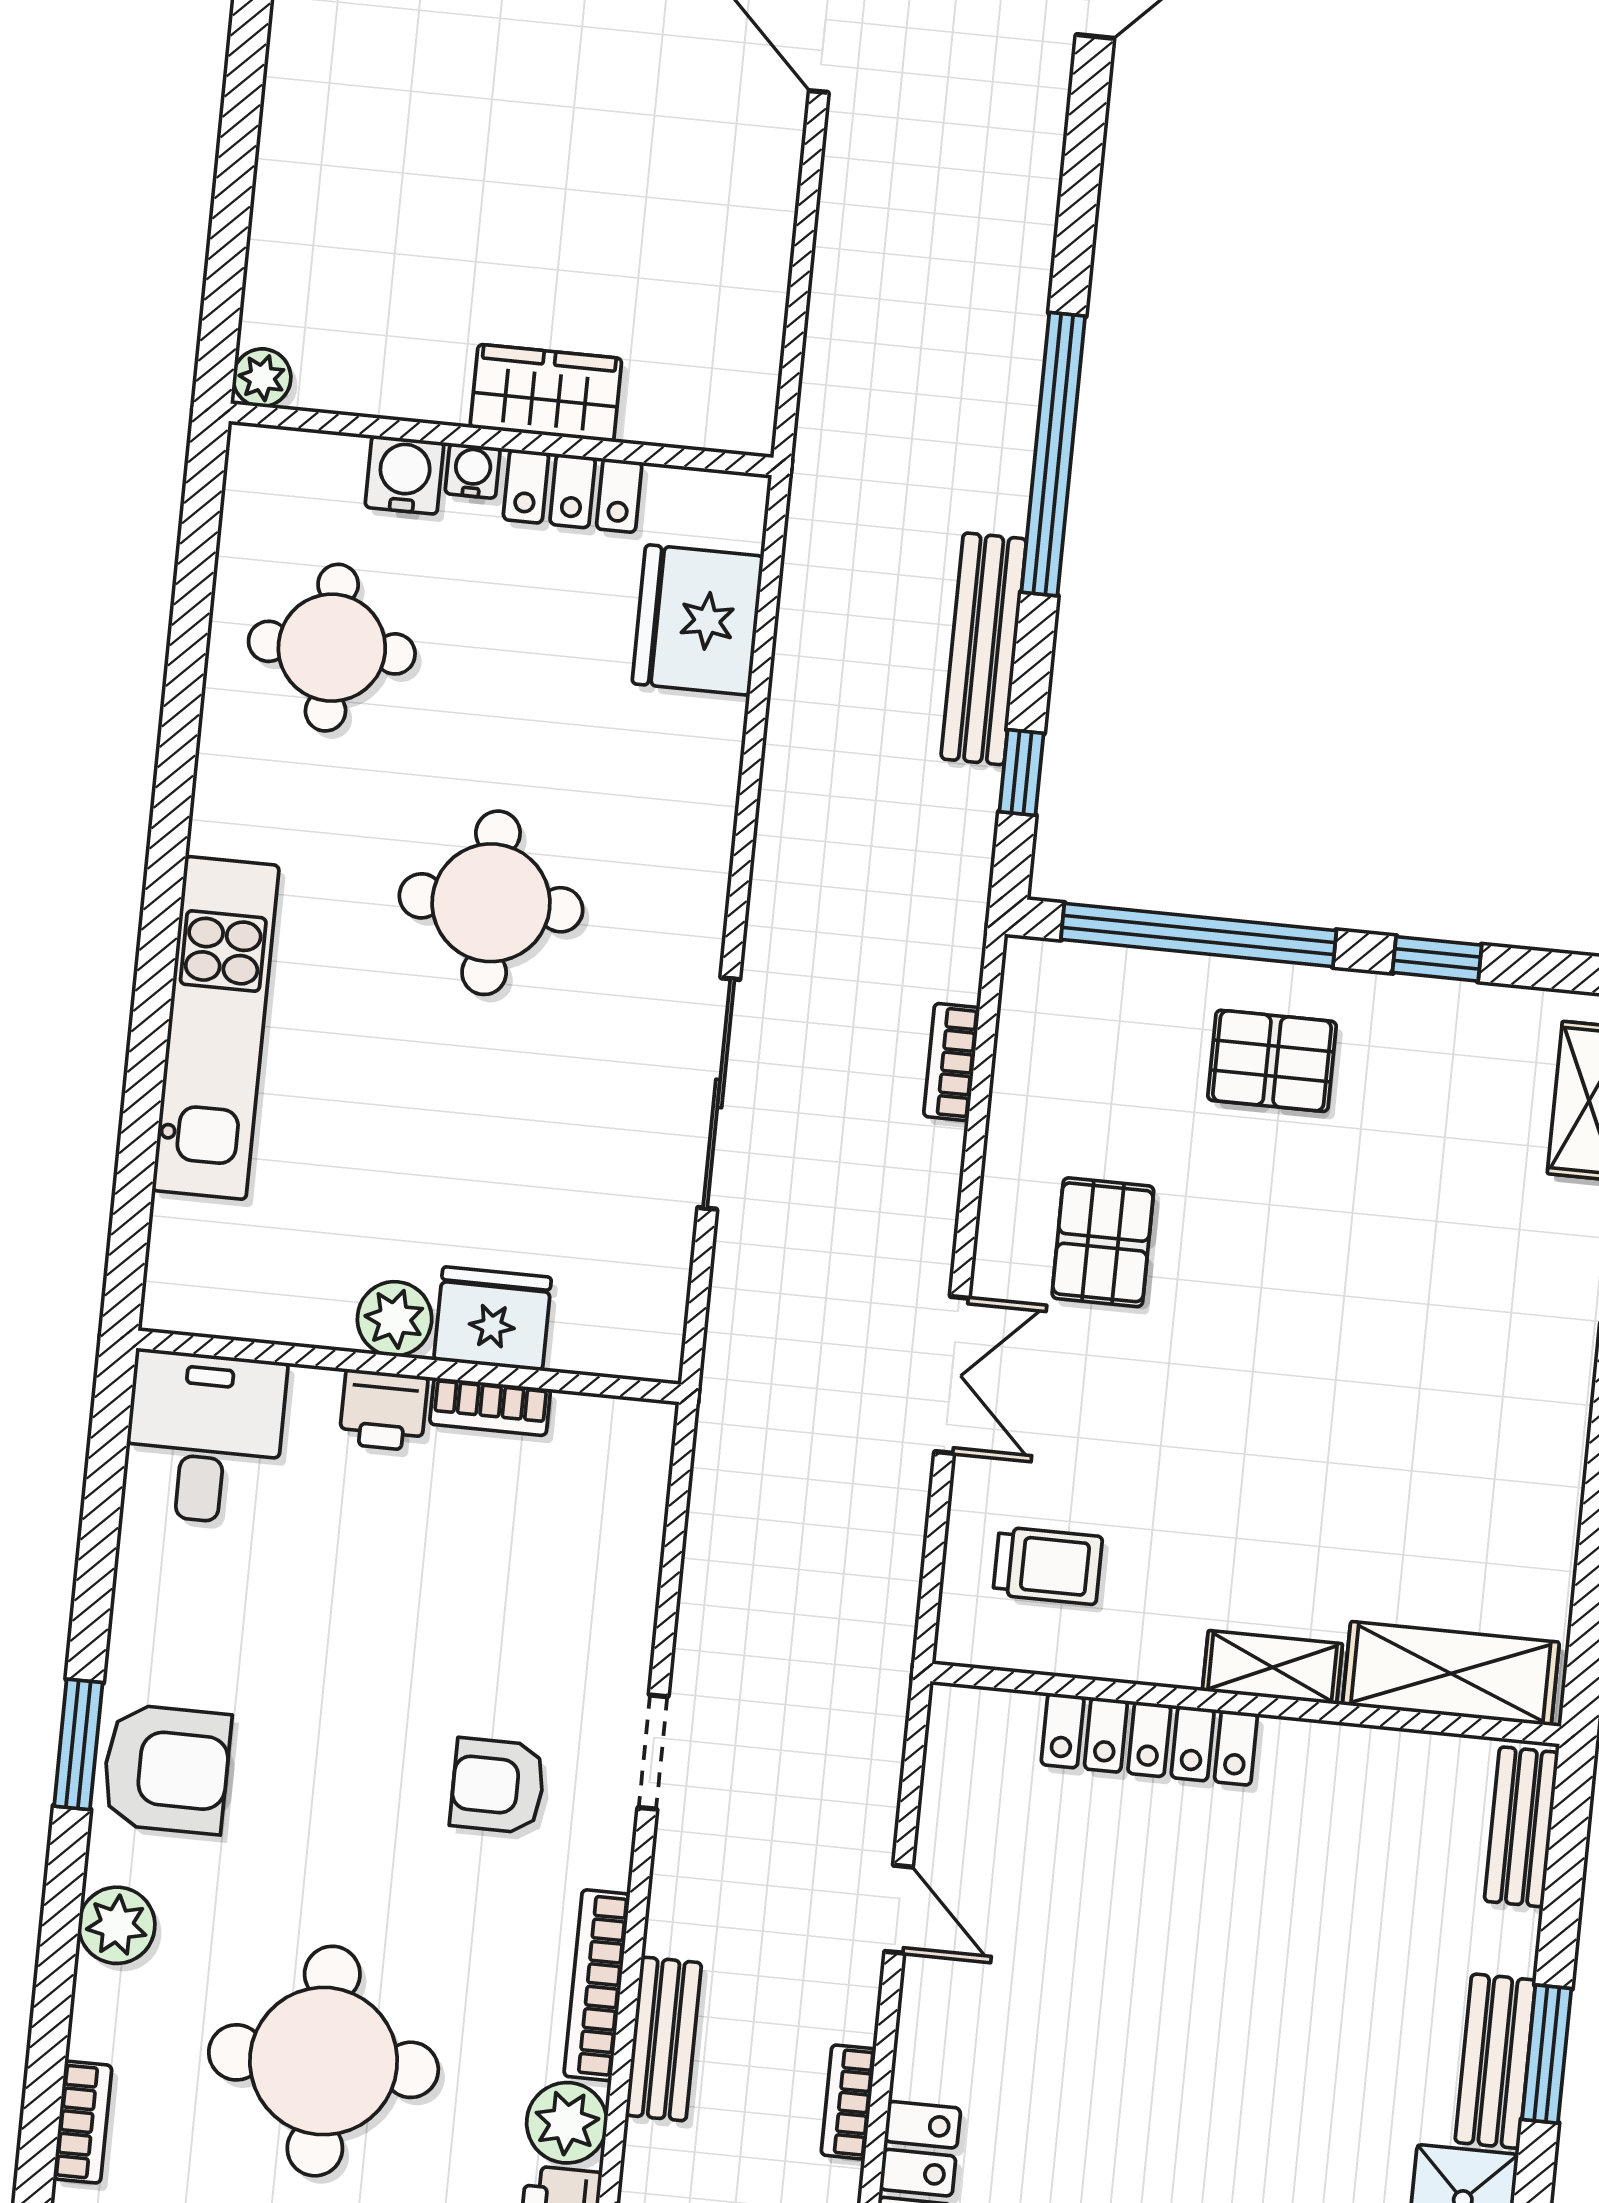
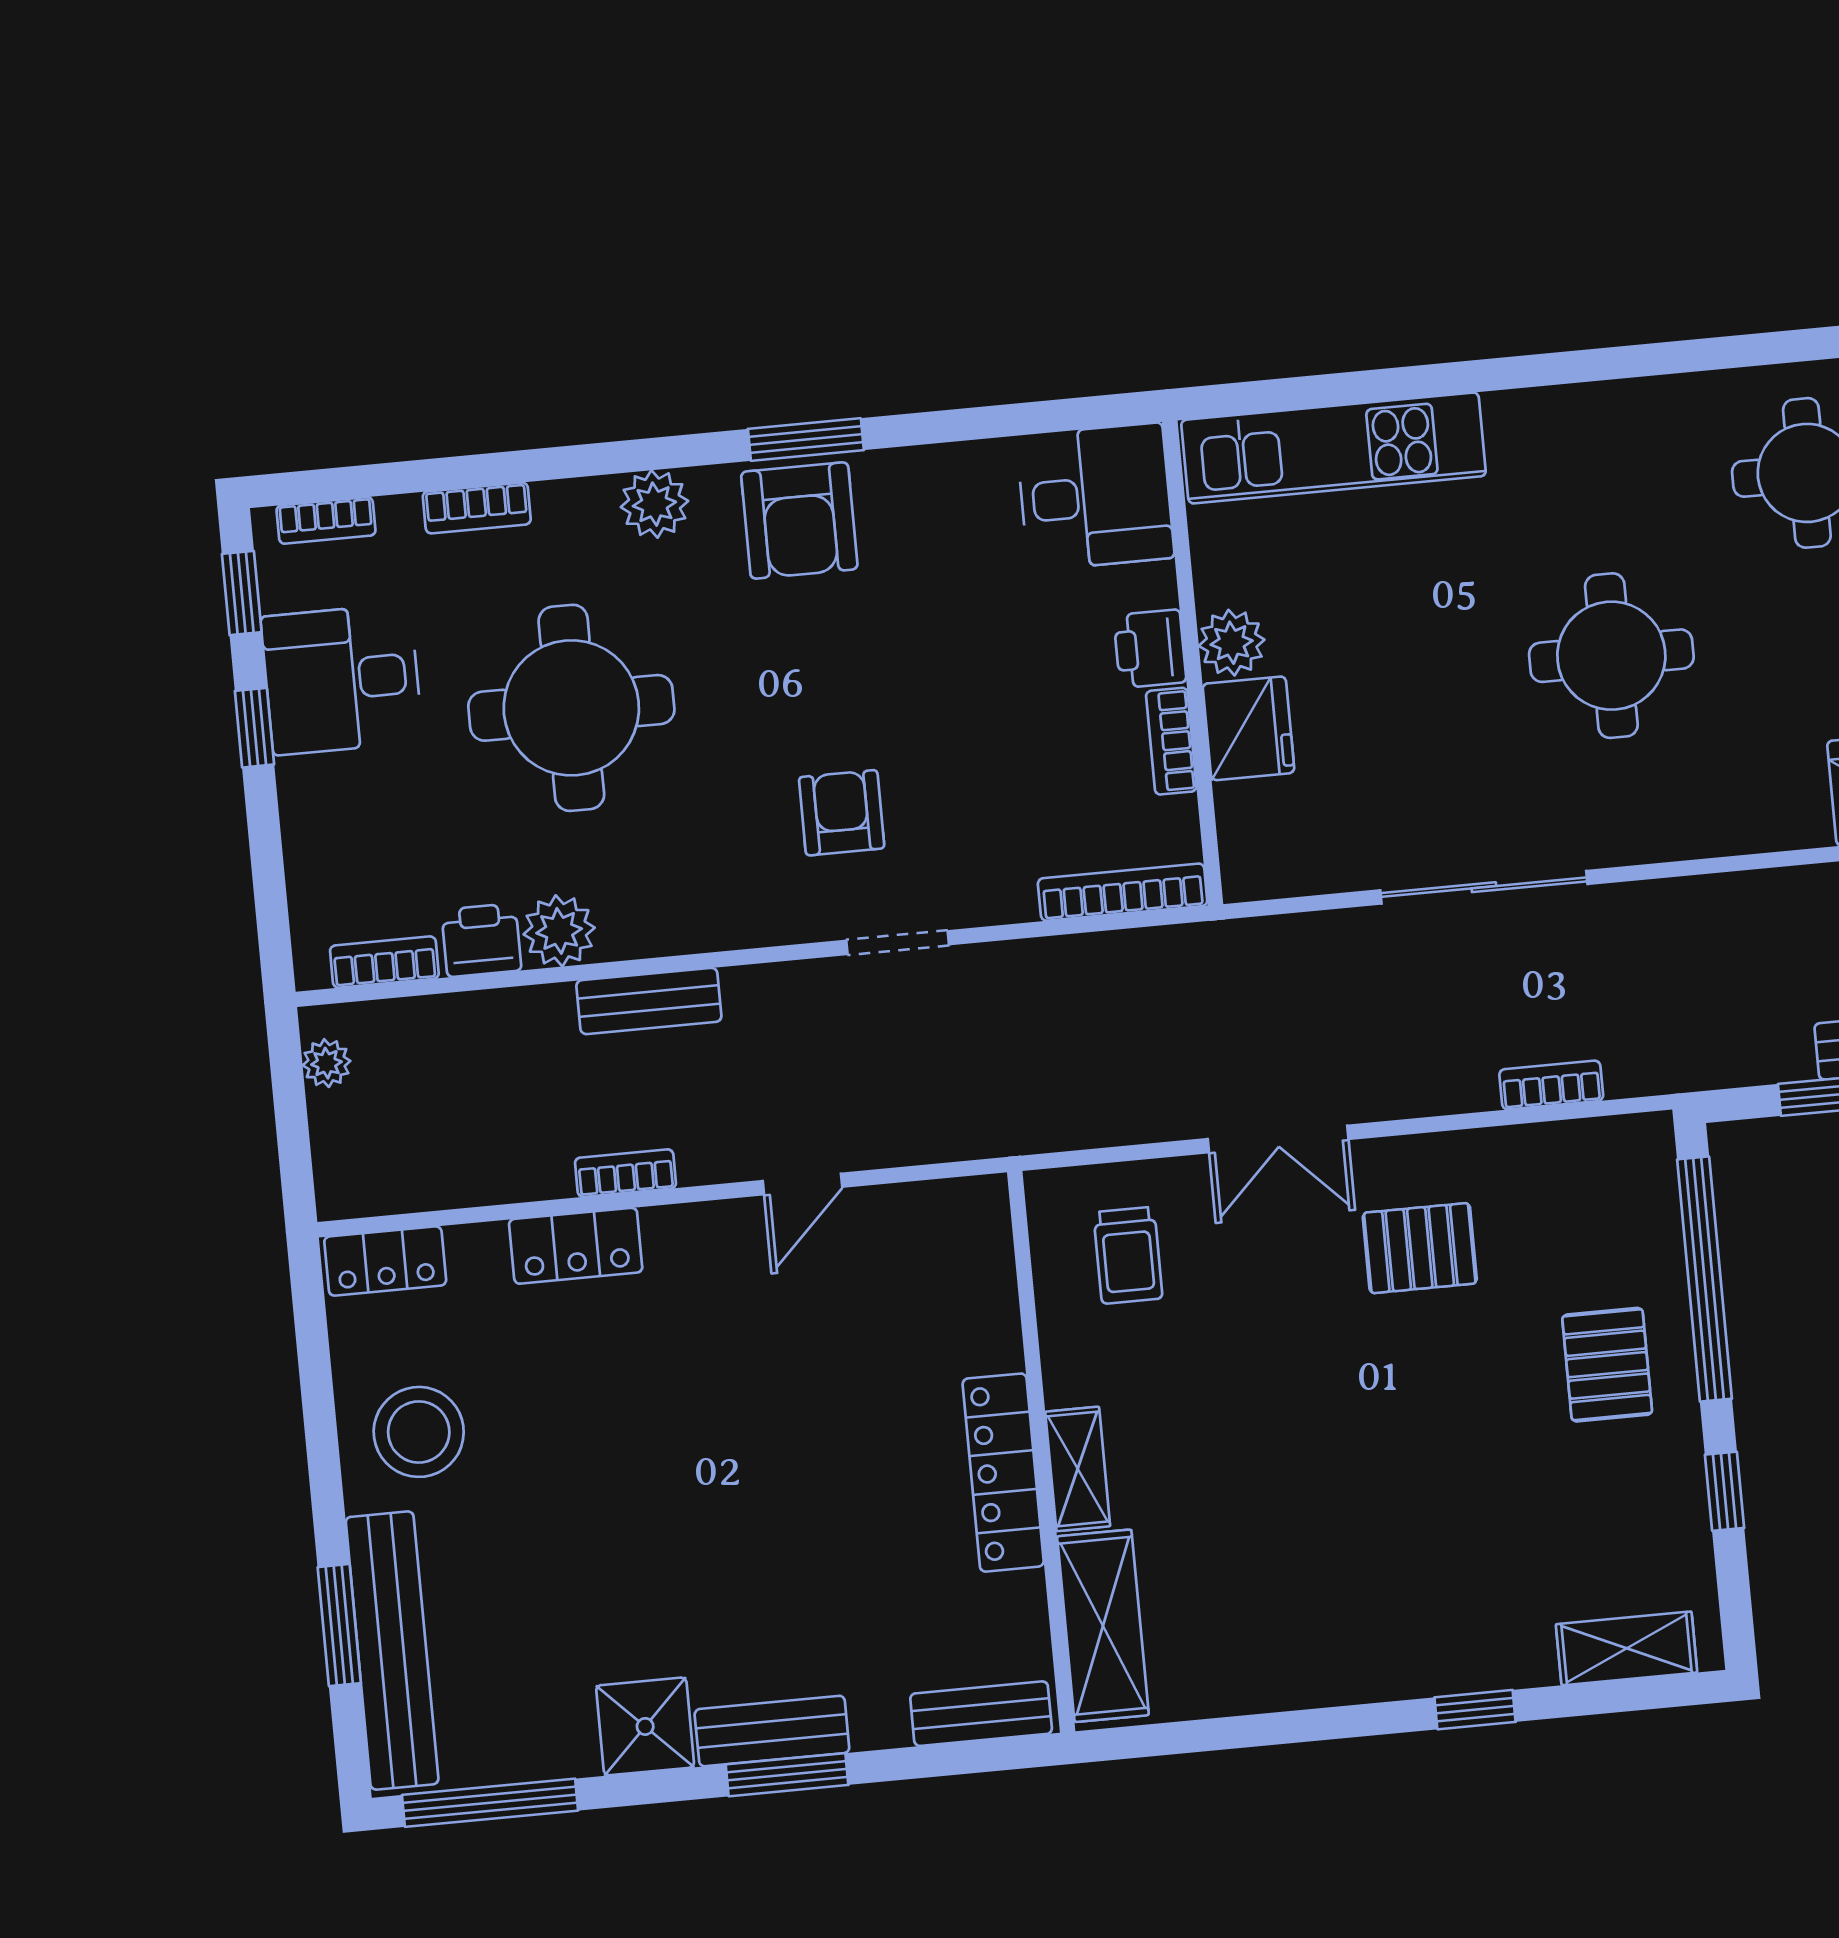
kitchen unit: (216, 1028) -> (1334, 448), moved
locker: (1149, 1739) -> (1003, 1473), moved
bookcase: (597, 1985) -> (1123, 892), moved

